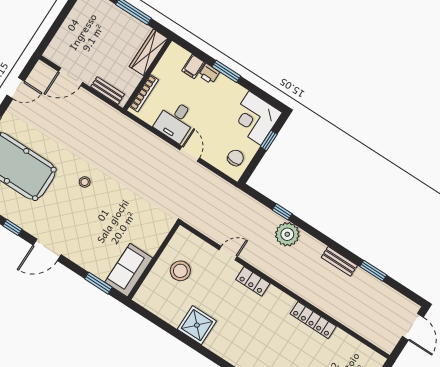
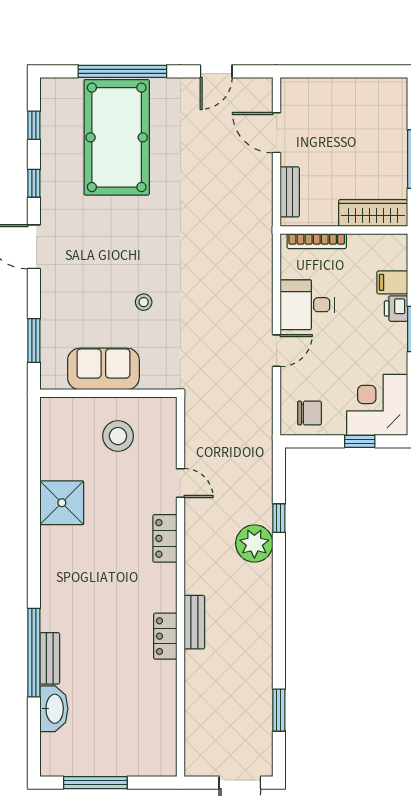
door: (16, 88) -> (216, 71), hinge flipped
stool: (85, 182) -> (144, 302), moved
bench: (339, 261) -> (194, 622), moved
sofa: (129, 270) -> (103, 369), moved
window: (373, 271) -> (279, 710), moved
locker: (313, 320) -> (165, 636), width x0.66

